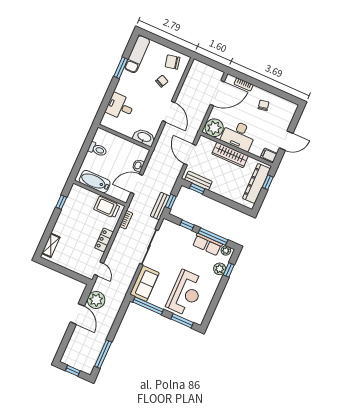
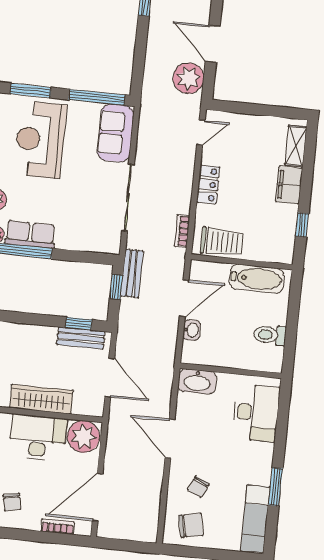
desk: (120, 107) -> (256, 413), width x1.37
window: (187, 225) -> (76, 256), removed
filing cabinet: (61, 226) -> (289, 185), added
door: (99, 269) -> (201, 133), swing flipped

